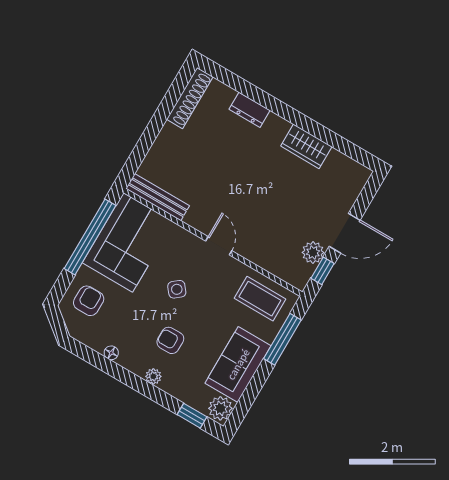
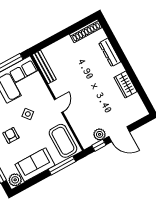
dresser: (250, 110) -> (110, 52), width x1.44
coffee table: (260, 299) -> (63, 141), width x1.36, depth x1.32

